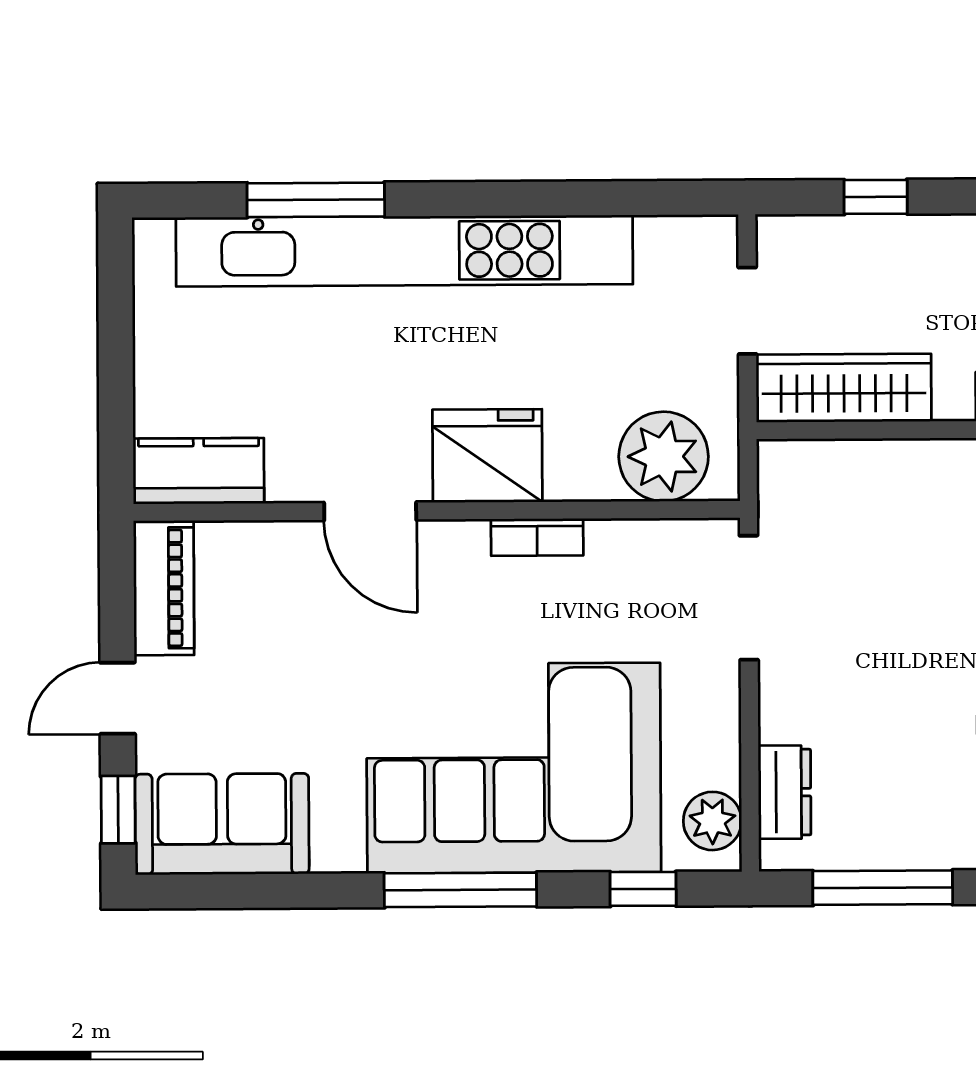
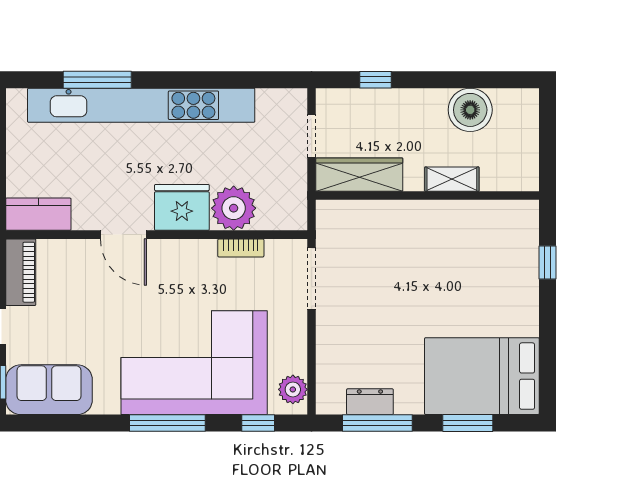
plant: (664, 456) -> (234, 208), moved
bookcase: (537, 537) -> (241, 248), moved
dresser: (785, 792) -> (370, 402), moved, turned -90

